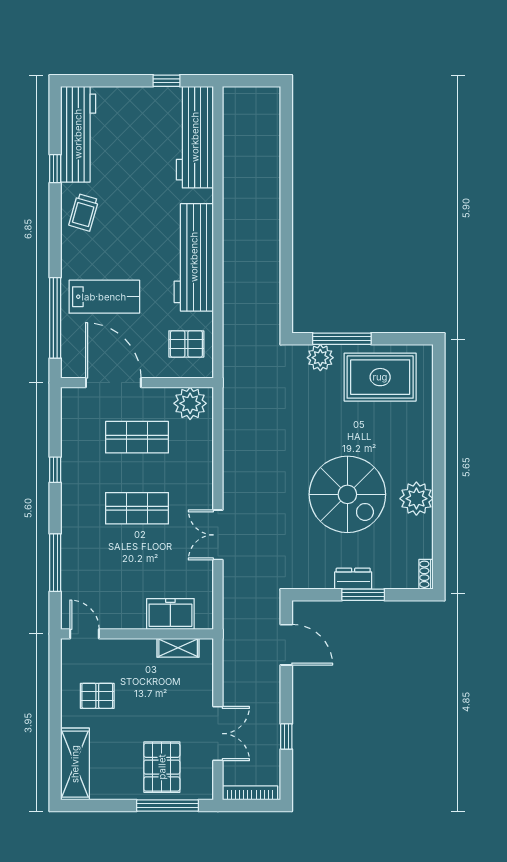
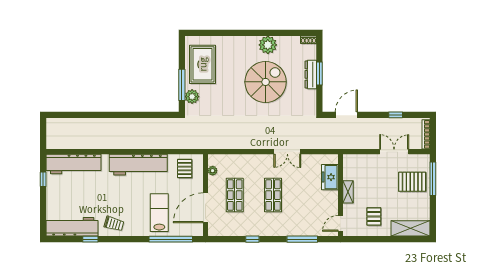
plant: (190, 403) -> (213, 171), width x0.53, depth x0.53
dresser: (353, 579) -> (311, 74), width x1.44
shelving: (178, 648) -> (348, 192), moved

